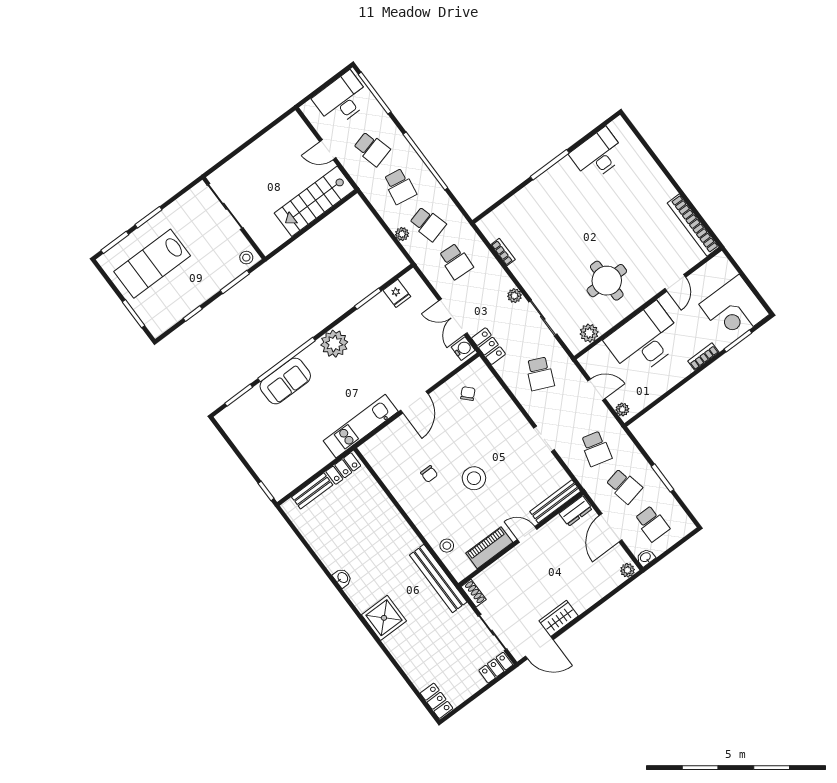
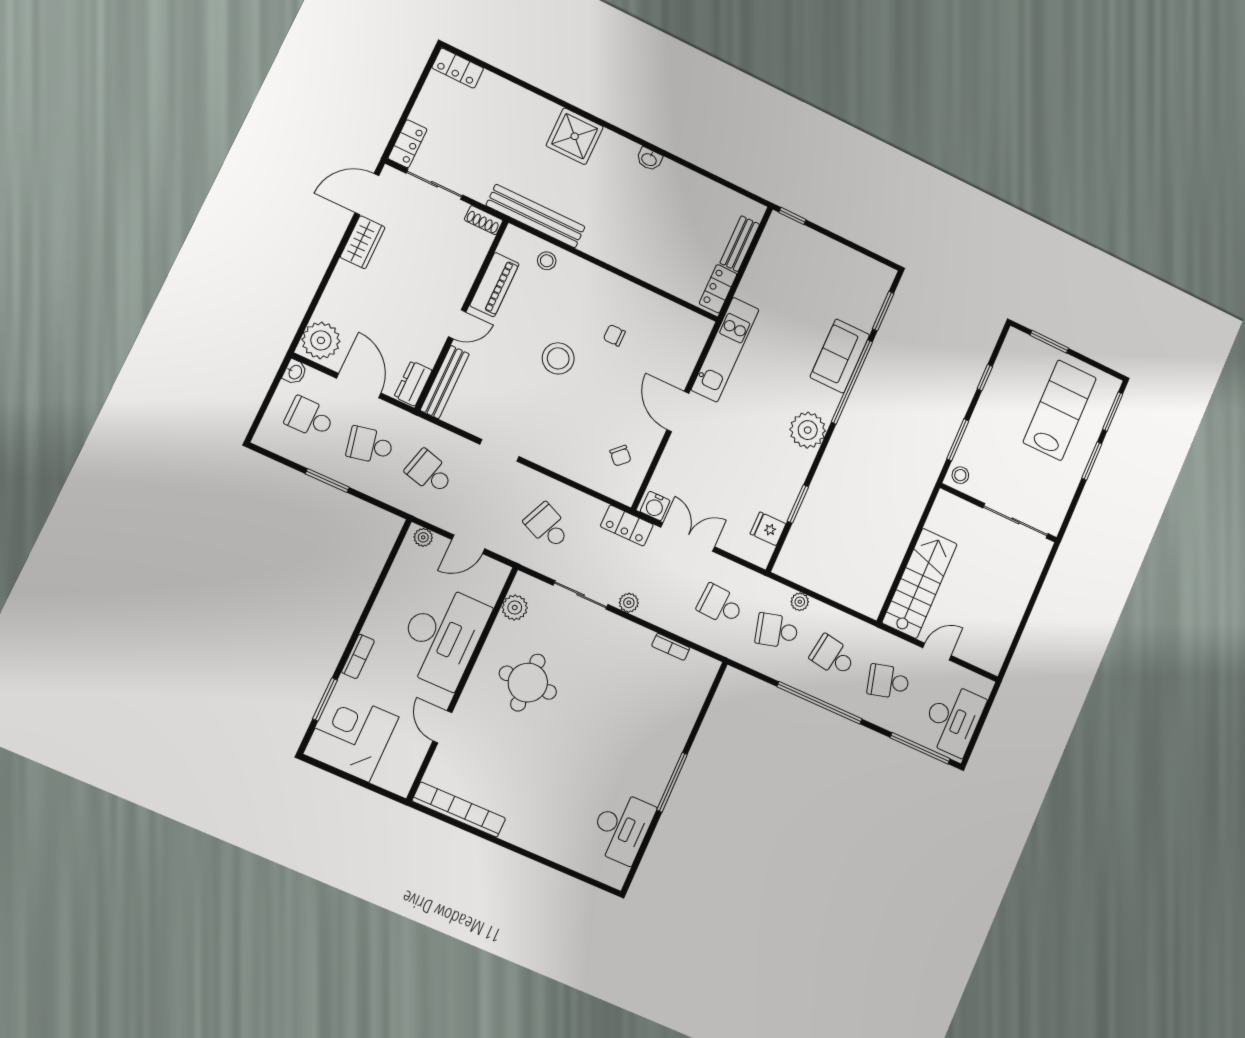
plant: (627, 570) -> (321, 340), width x1.87, depth x1.87

